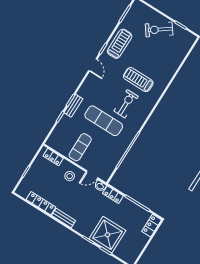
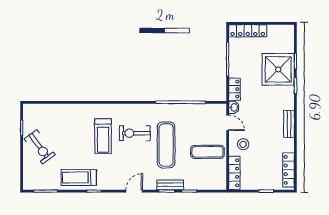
door: (93, 65) -> (134, 191), moved
locker: (53, 157) -> (234, 173), width x1.53
locker: (41, 203) -> (288, 170), moved
locker: (152, 226) -> (248, 31), width x1.53

